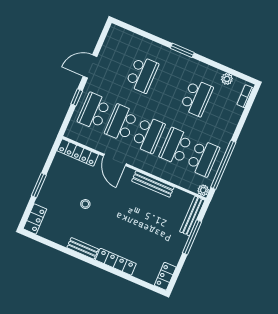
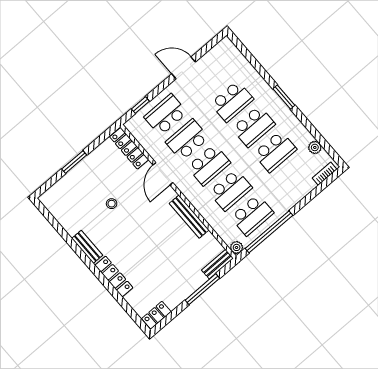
school desk: (169, 86) -> (254, 126), added
window: (77, 97) -> (140, 105), moved
school desk: (176, 146) -> (230, 190), turned 180
bench: (192, 216) -> (217, 264), width x0.73
locker: (35, 219) -> (54, 194), removed

